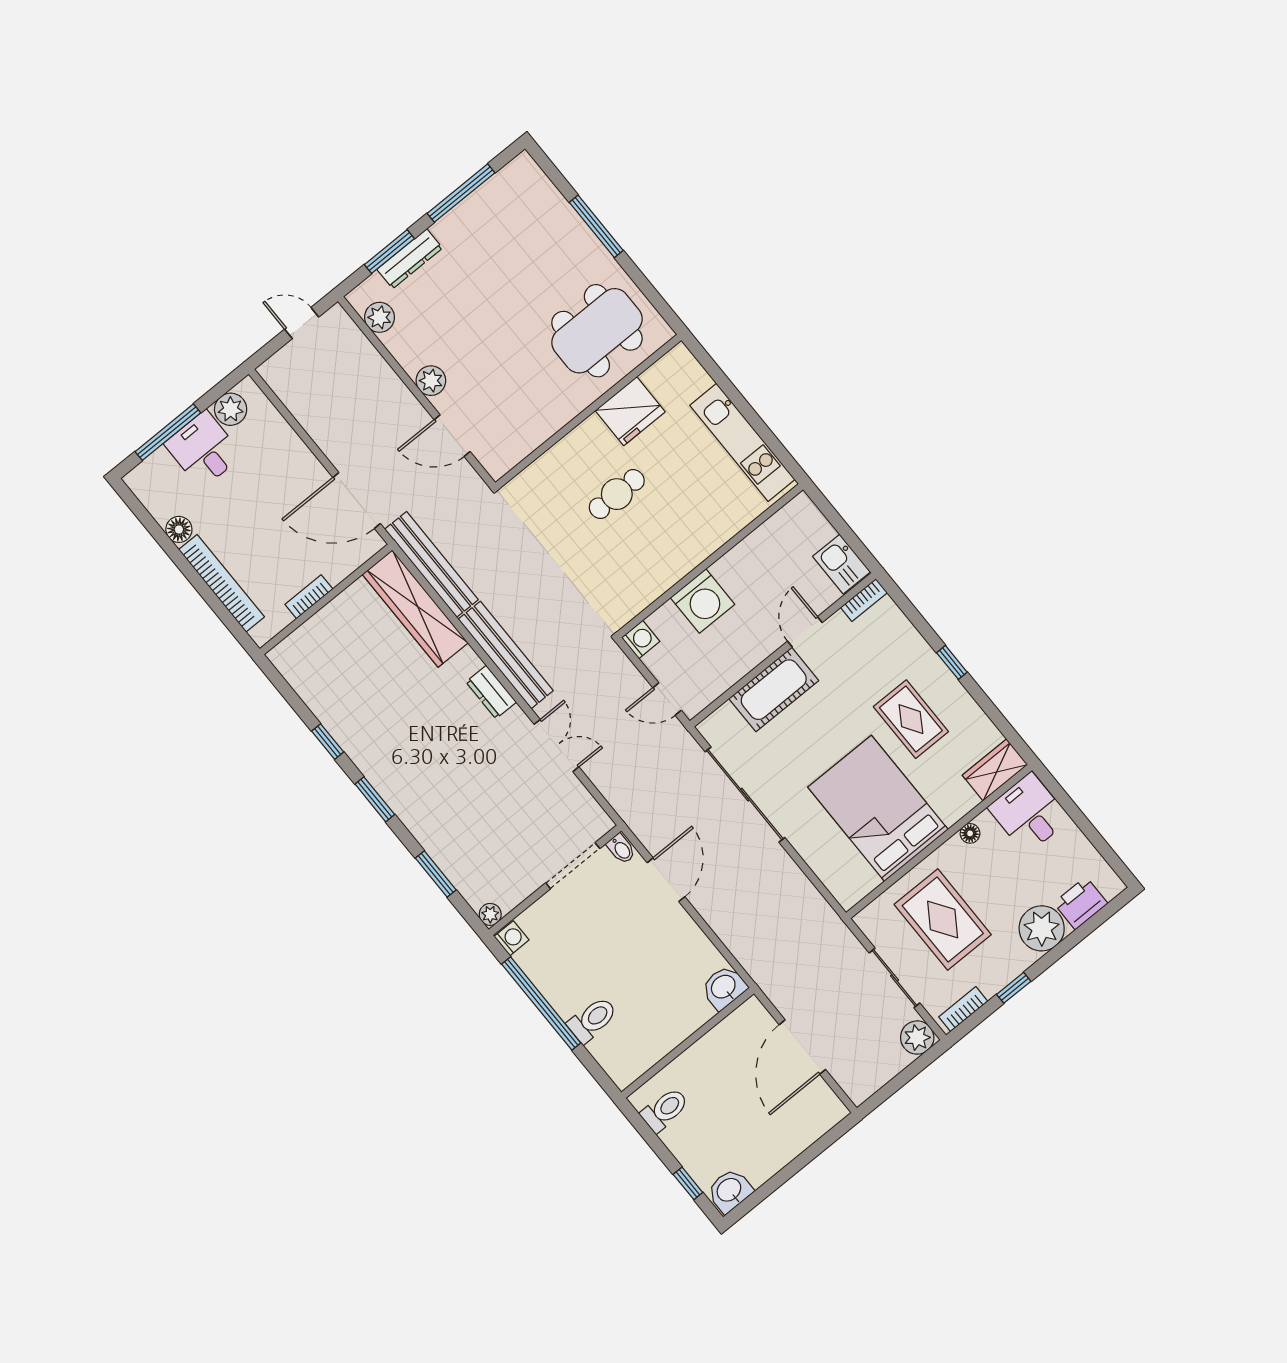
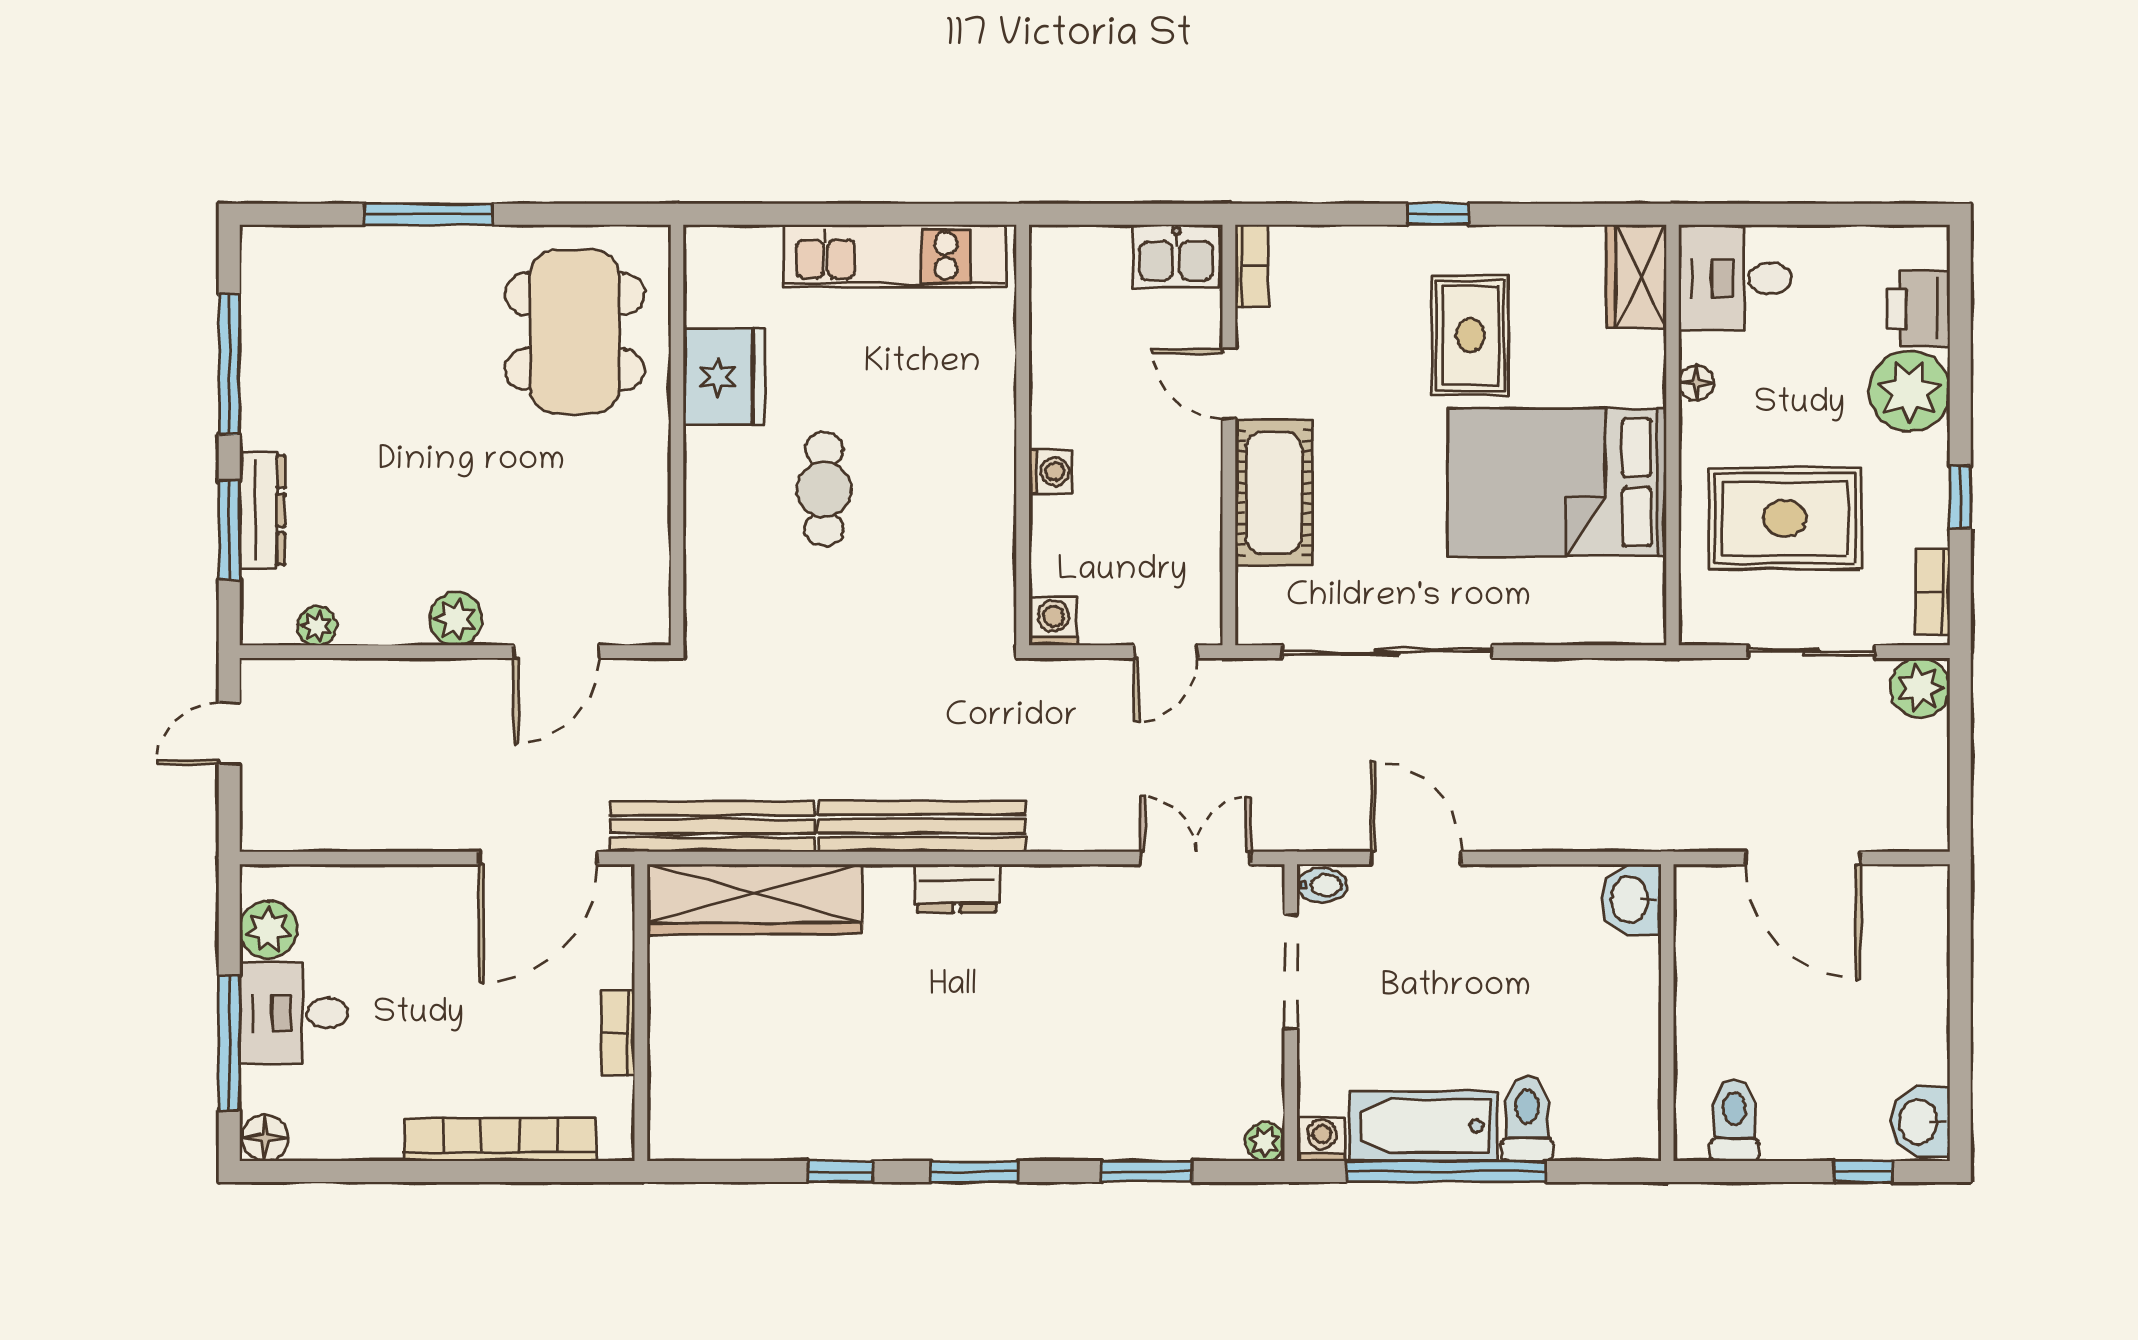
plant: (380, 317) -> (317, 626), width x0.73, depth x0.73
floor lamp: (179, 529) -> (265, 1138), moved
washing machine: (703, 601) -> (1051, 472), width x0.53, depth x0.53
rug: (911, 719) -> (1470, 335), turned 90
double door: (557, 746) -> (1195, 858), moved
bathtub: (552, 977) -> (1423, 1126), added

